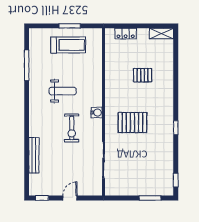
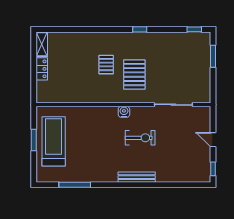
locker: (126, 34) -> (42, 69), moved
treadmill: (68, 45) -> (54, 141), width x1.37, depth x1.38
pallet: (143, 75) -> (106, 65), moved
weight bench: (63, 91) -> (102, 147), removed
bench: (34, 155) -> (137, 177), moved

